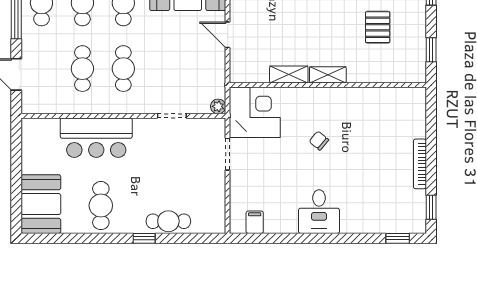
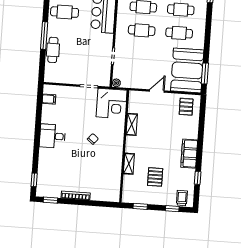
pallet: (378, 27) -> (155, 177), turned 90
shelving: (328, 75) -> (129, 164), moved
window: (144, 238) -> (44, 35), width x2.17

